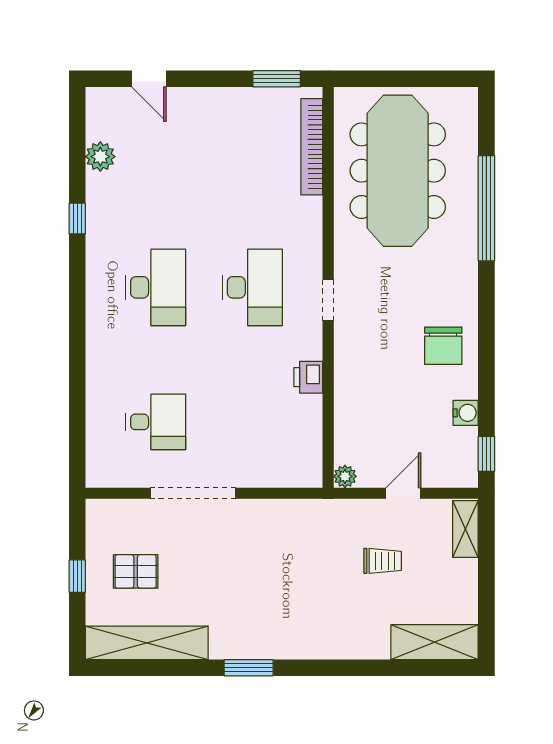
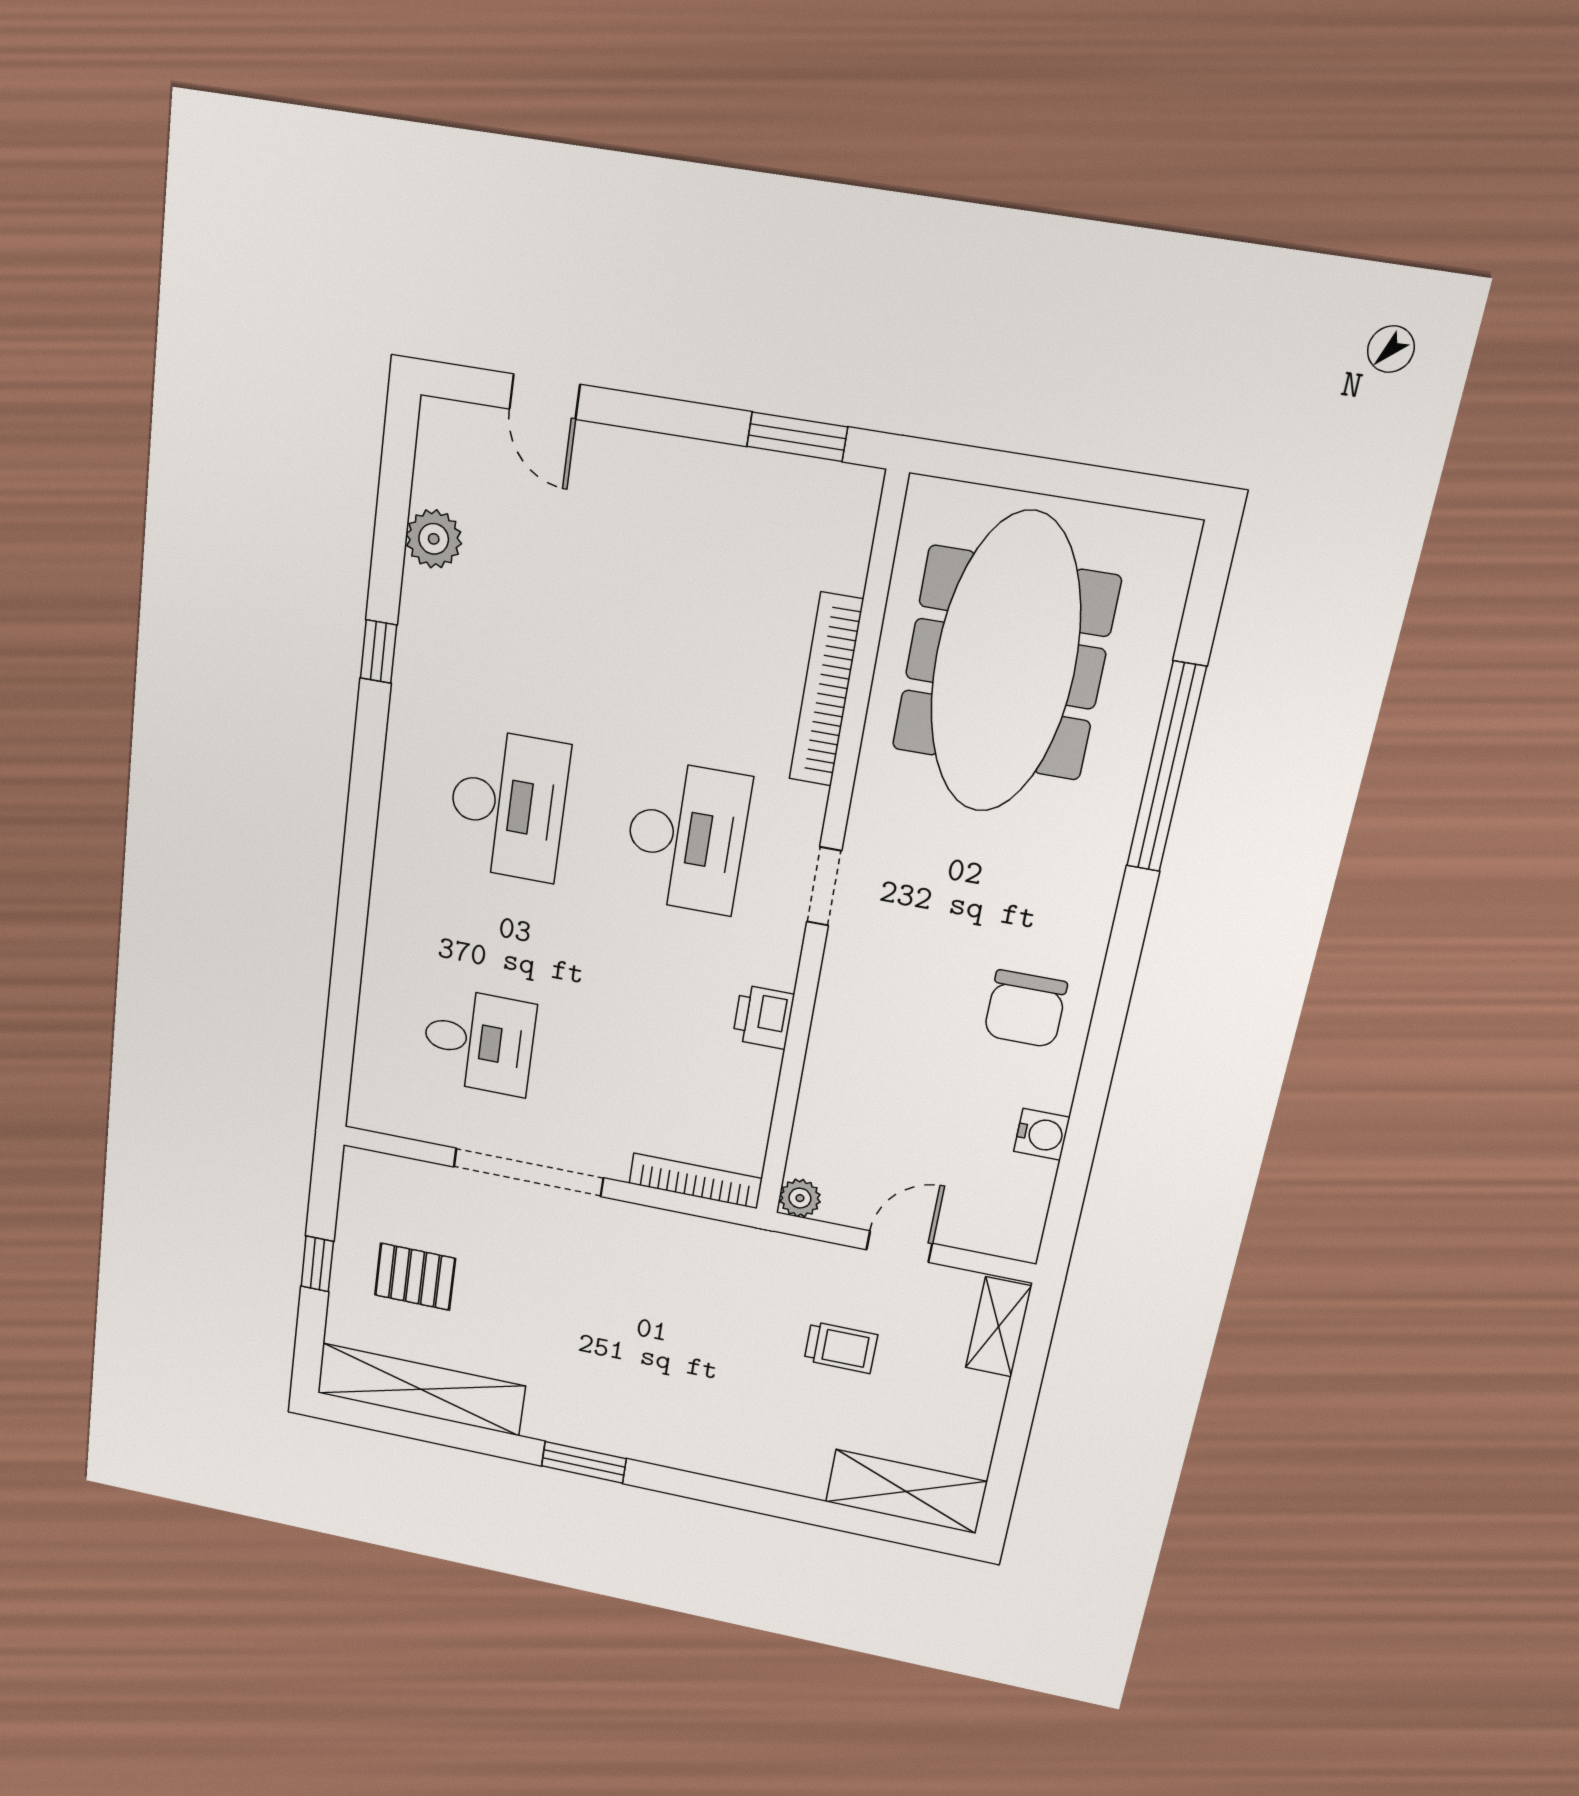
bookcase: (312, 147) -> (826, 690), moved
window: (486, 454) -> (1065, 1211), removed
bookcase: (286, 478) -> (695, 1181), added

